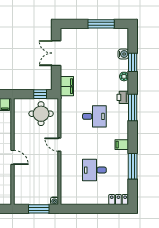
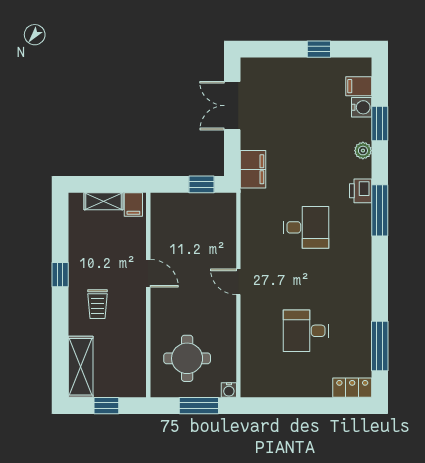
window: (101, 24) -> (319, 49), width x0.46
round table: (41, 114) -> (187, 358), moved
filing cabinet: (122, 145) -> (359, 86), moved
door: (13, 157) -> (148, 273), moved
window: (133, 166) -> (380, 346), moved

